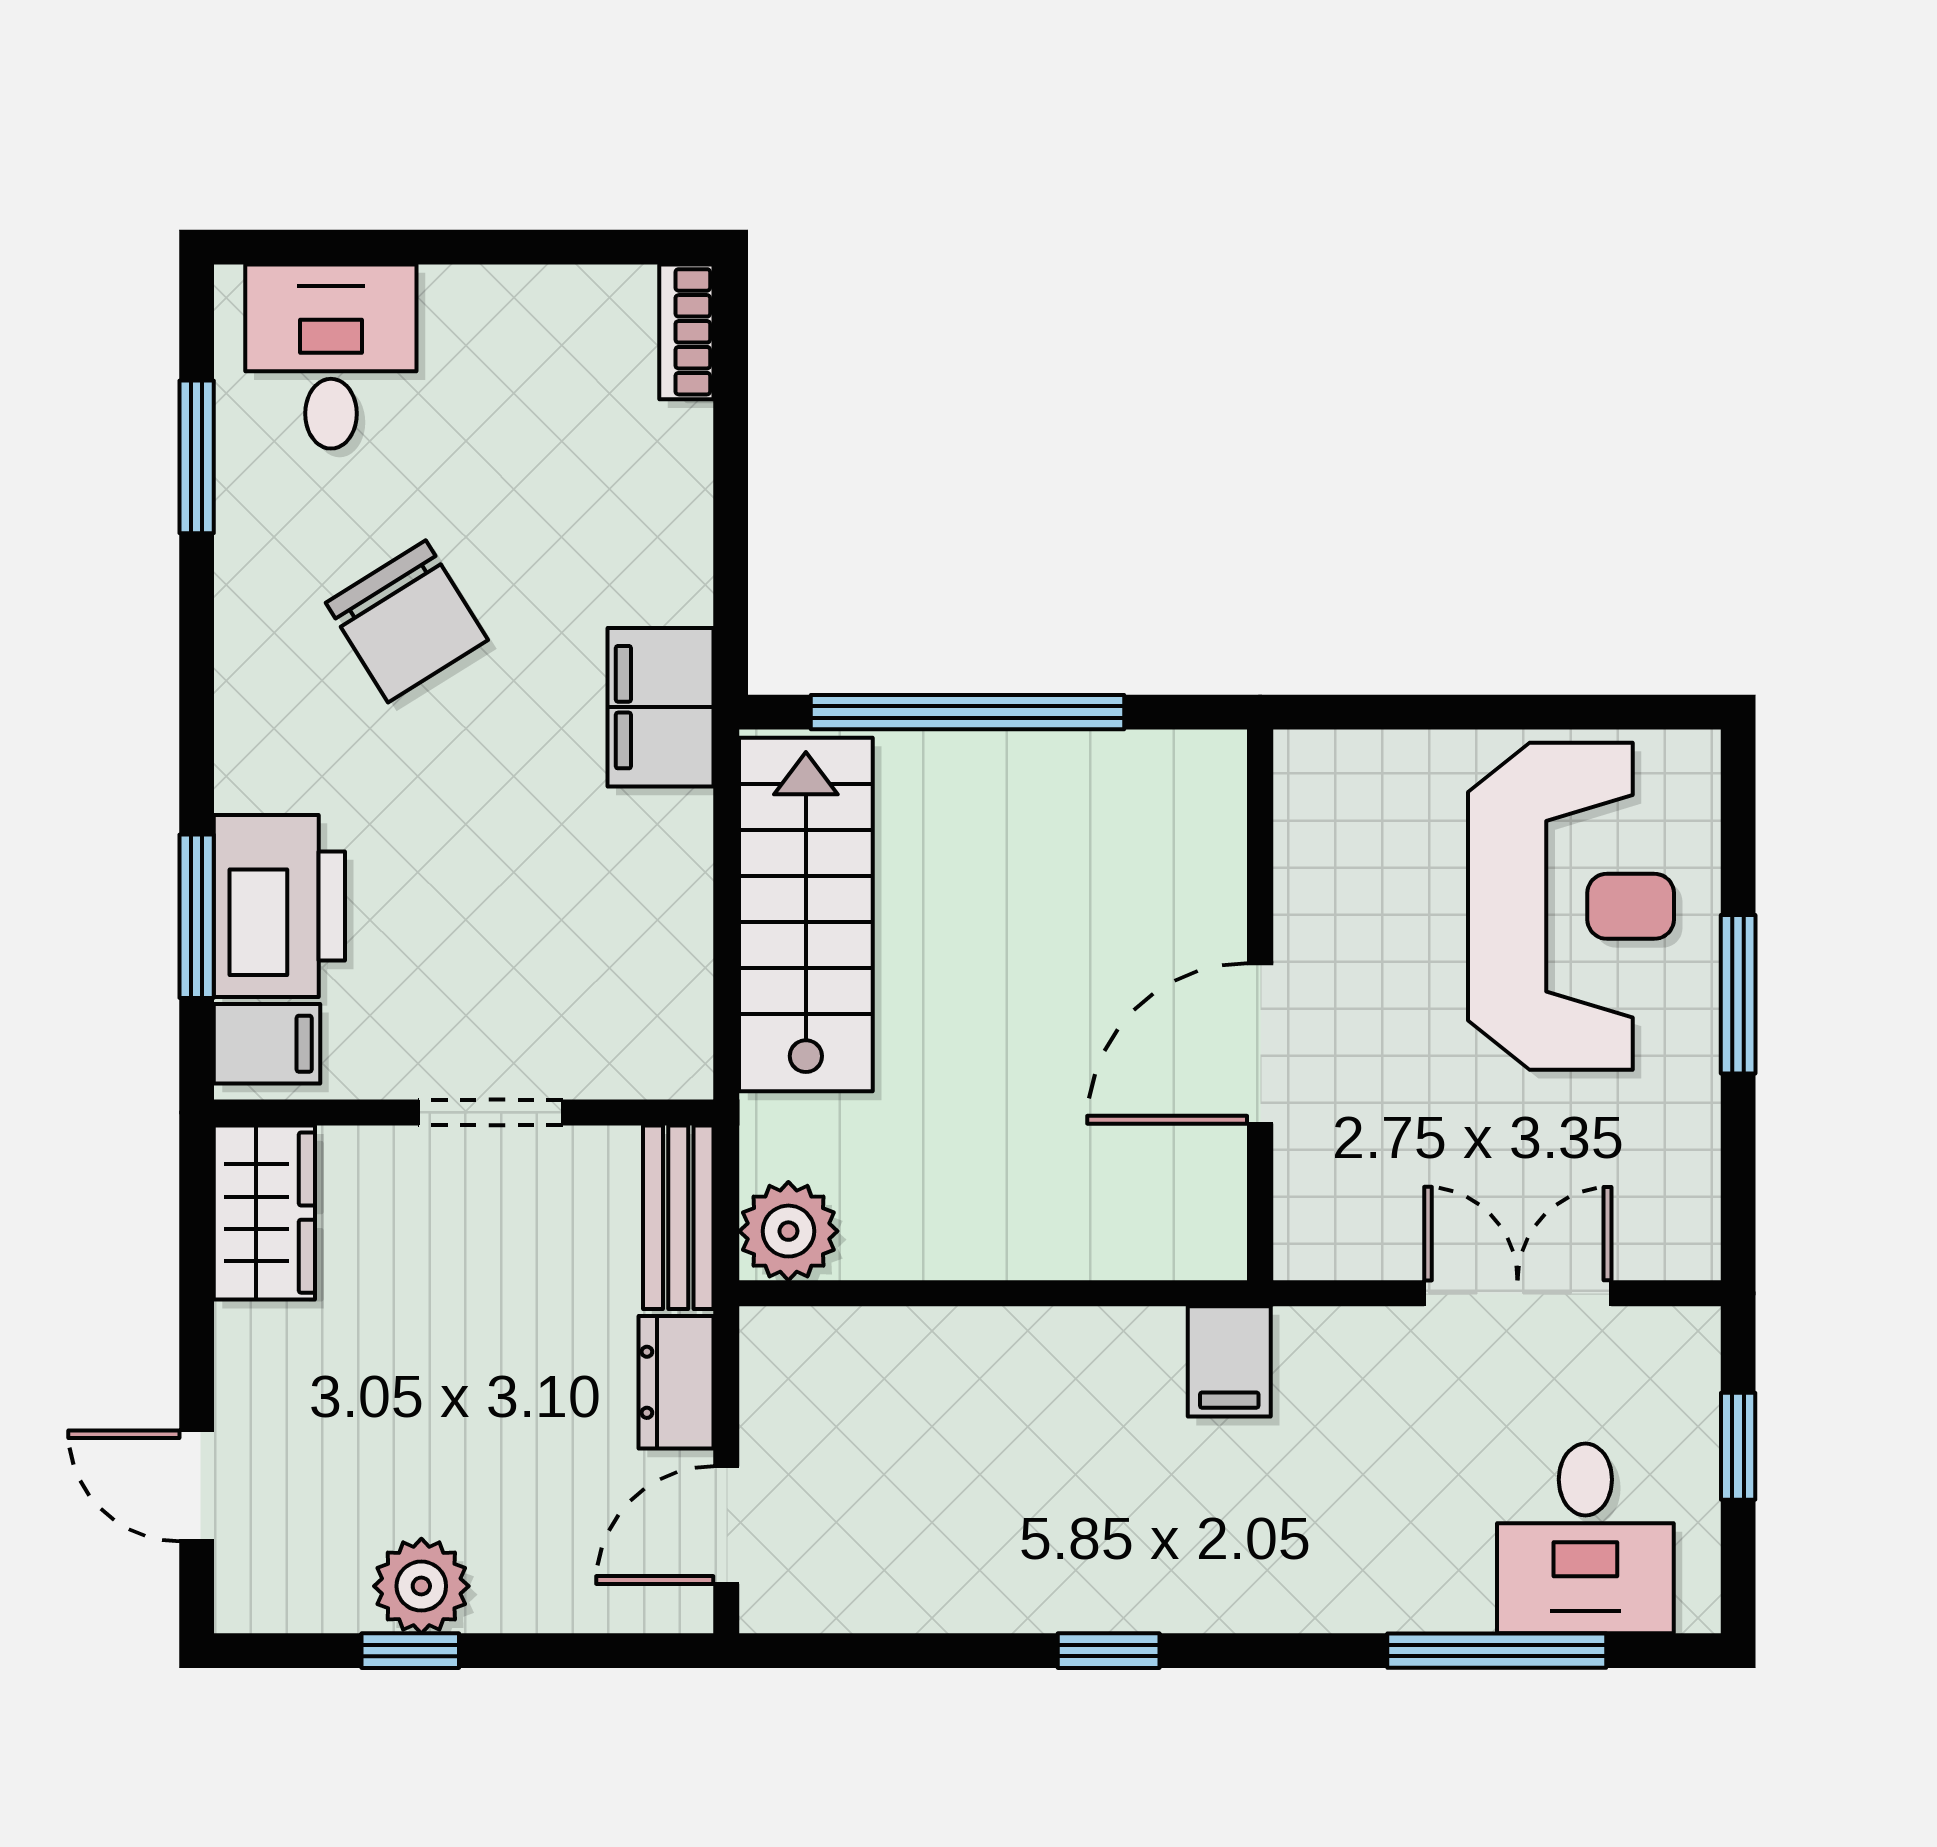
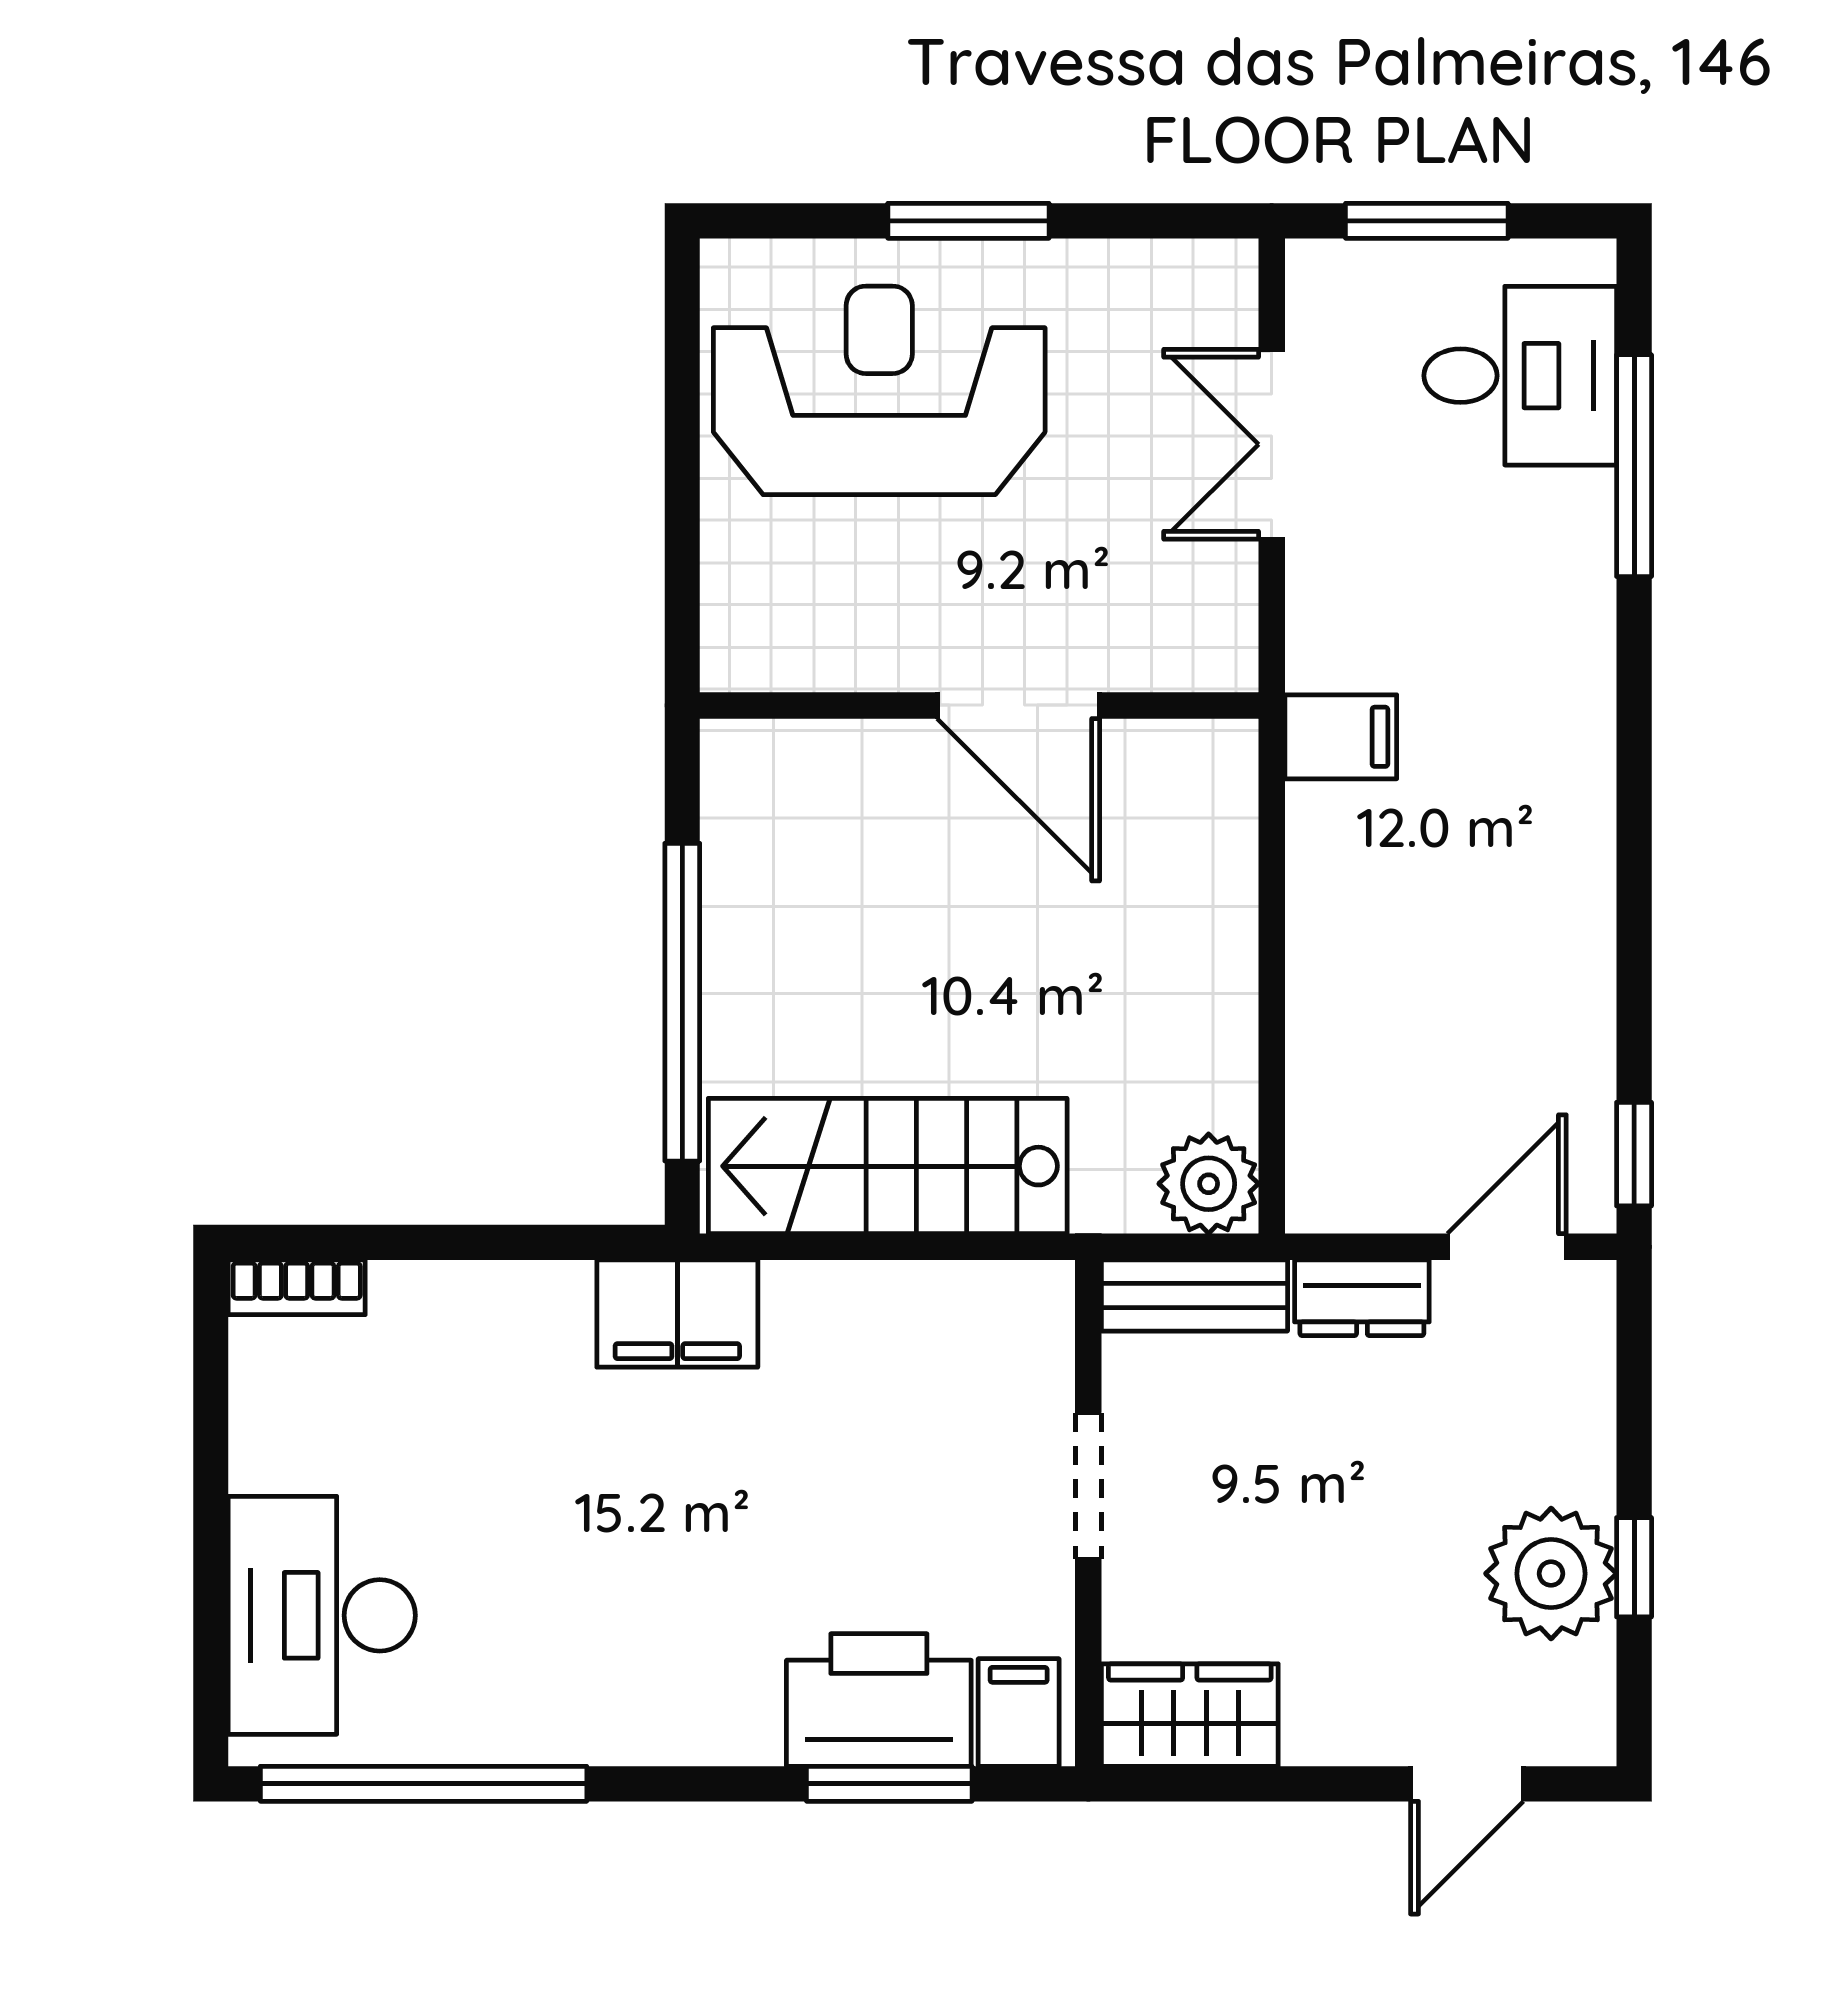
desk: (331, 356) -> (322, 1615), width x1.37
window: (197, 457) -> (424, 1784), width x2.11
chair: (407, 621) -> (590, 1571), removed
window: (1738, 1446) -> (1427, 221), width x1.50
door: (726, 1525) -> (1507, 1247), swing flipped
plant: (421, 1586) -> (1551, 1574), width x1.36, depth x1.36
window: (1109, 1651) -> (1634, 1154), moved

